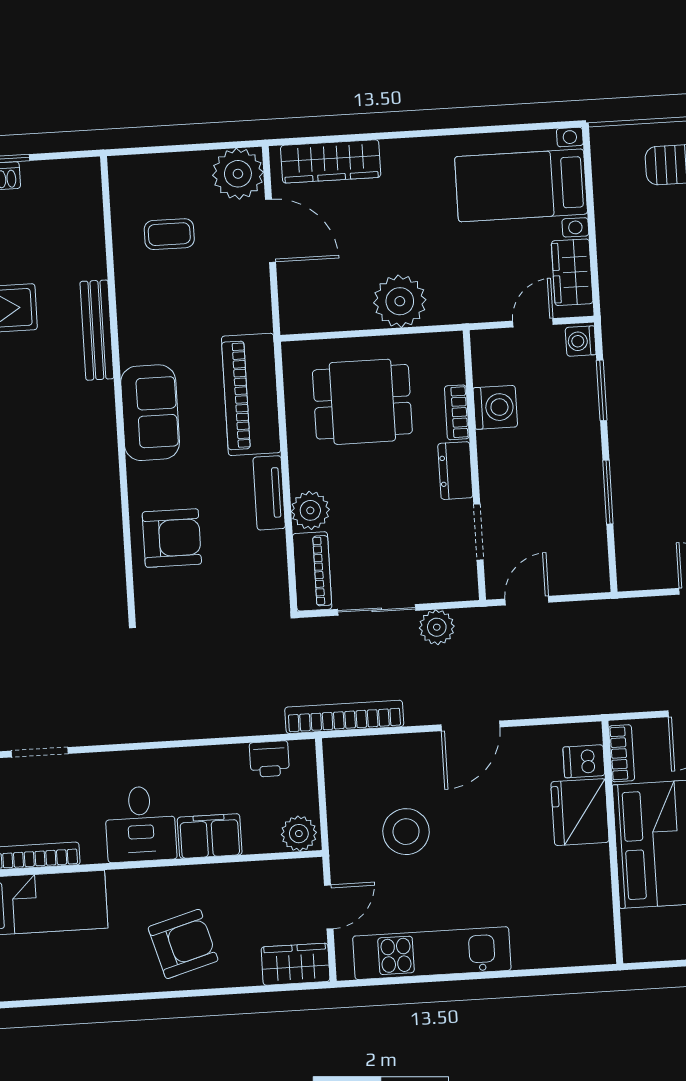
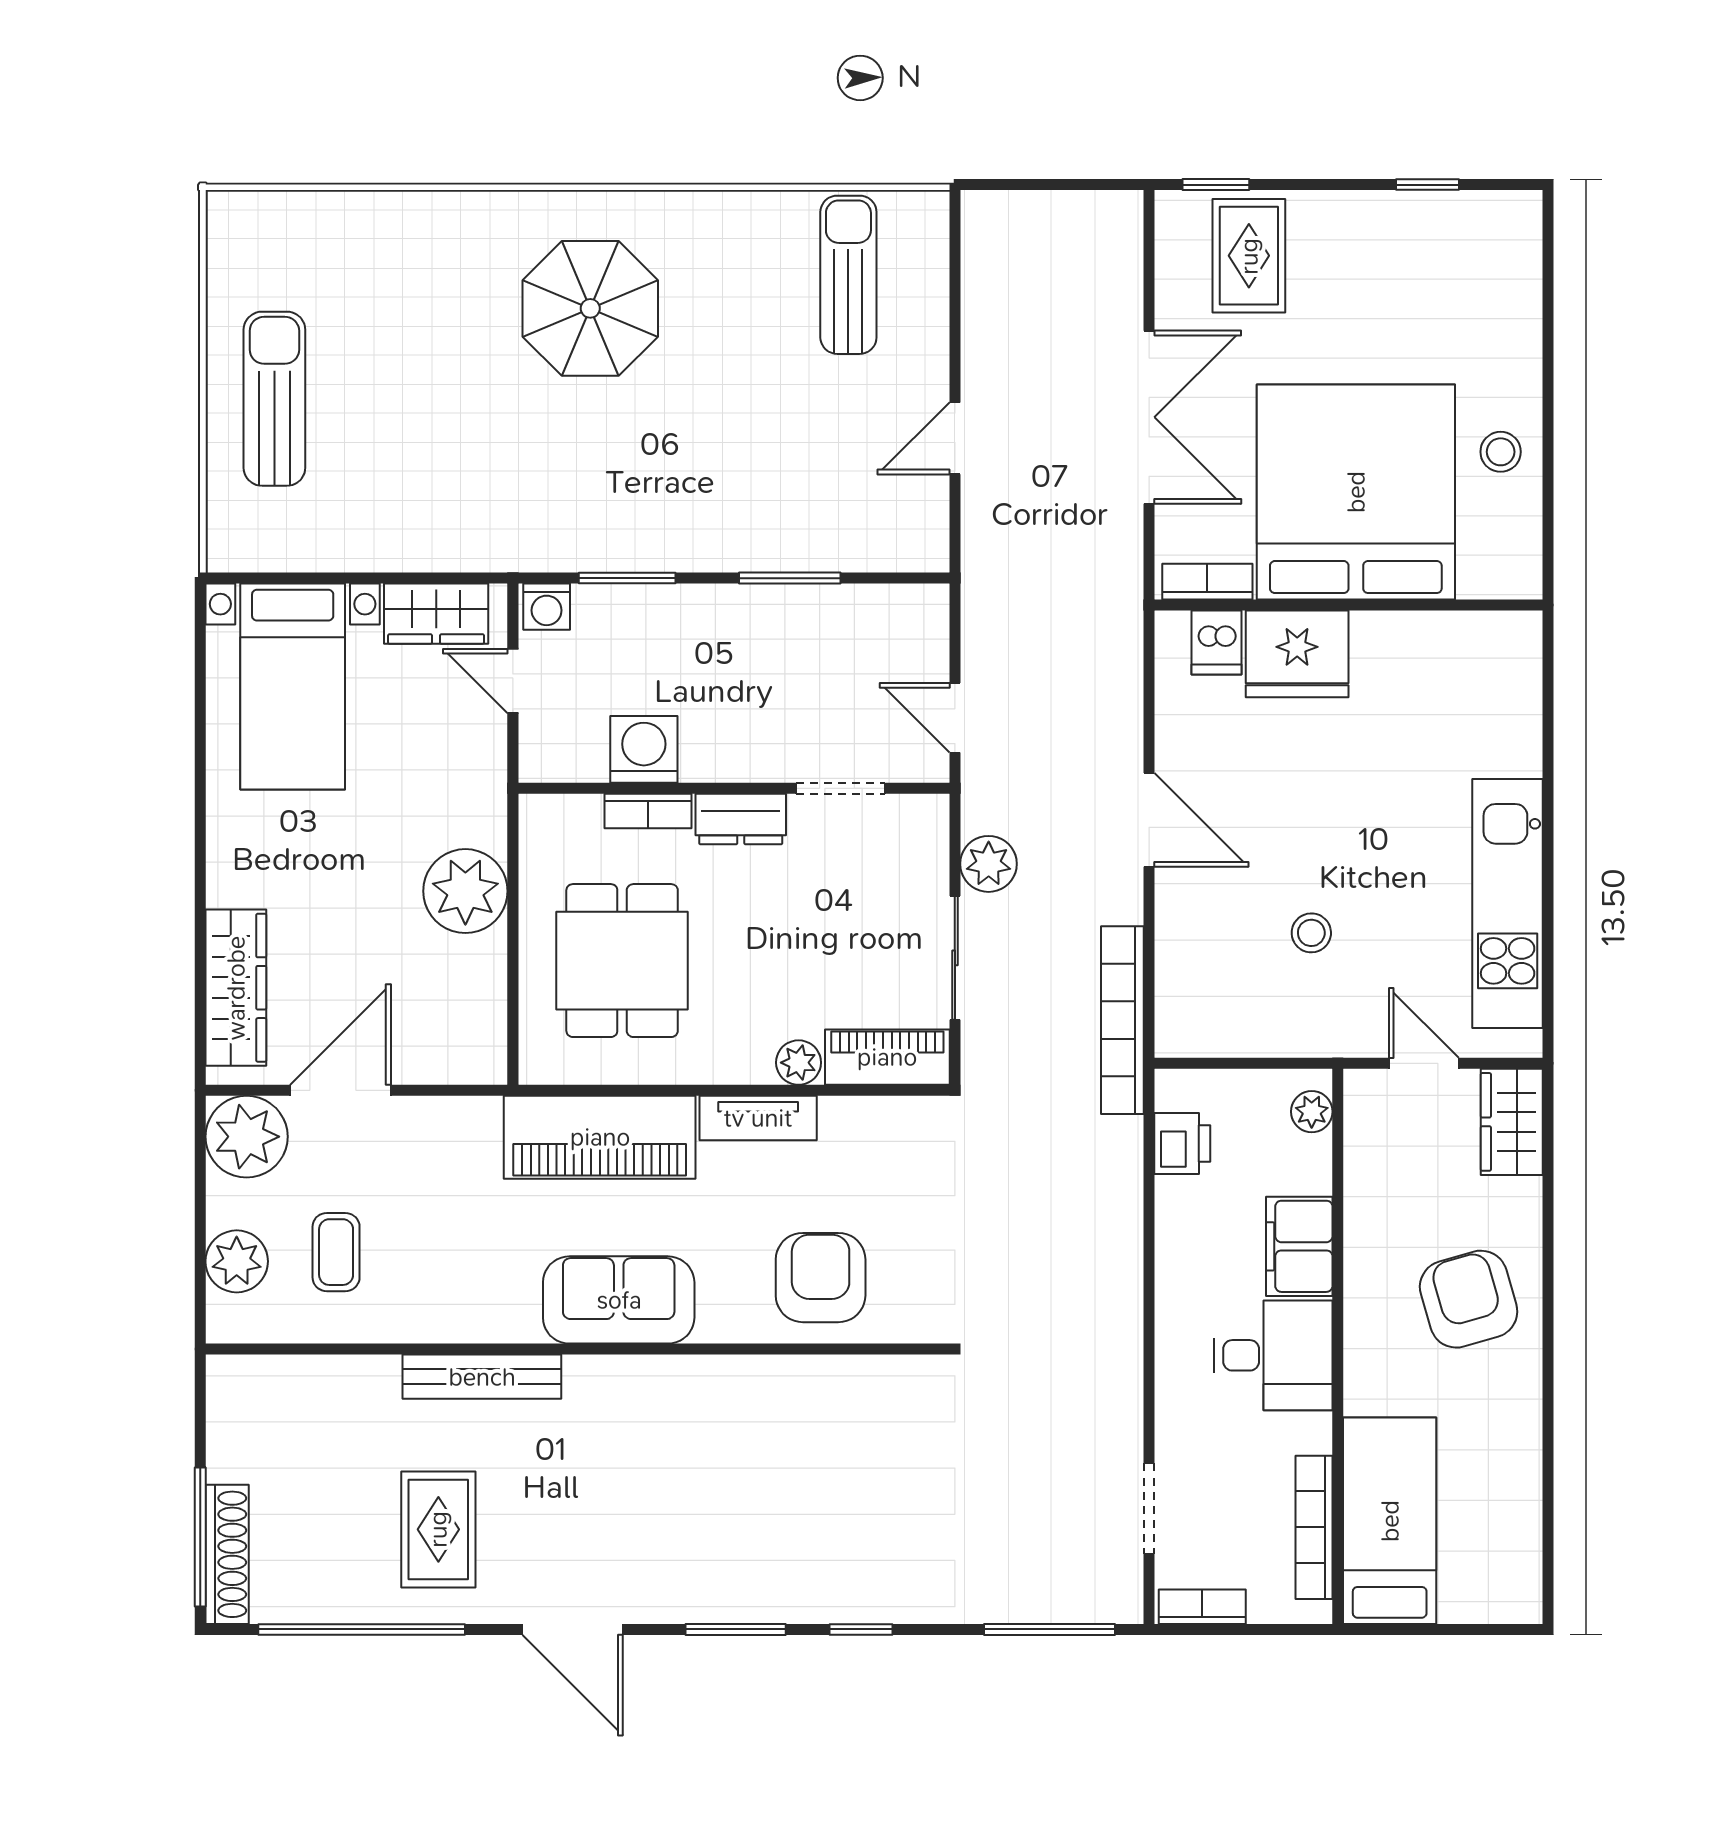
plant: (160, 172) -> (237, 1261), added
plant: (310, 510) -> (799, 1063), width x0.73, depth x0.73
stool: (406, 832) -> (1311, 933), width x0.53, depth x0.53
plant: (299, 834) -> (1312, 1112), width x0.73, depth x0.73

